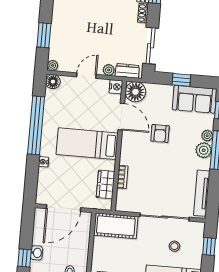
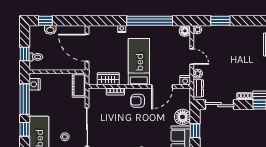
floor lamp: (135, 92) -> (183, 117), moved
armchair: (160, 134) -> (138, 101), moved
cot: (116, 226) -> (79, 85), width x0.73, depth x0.75

